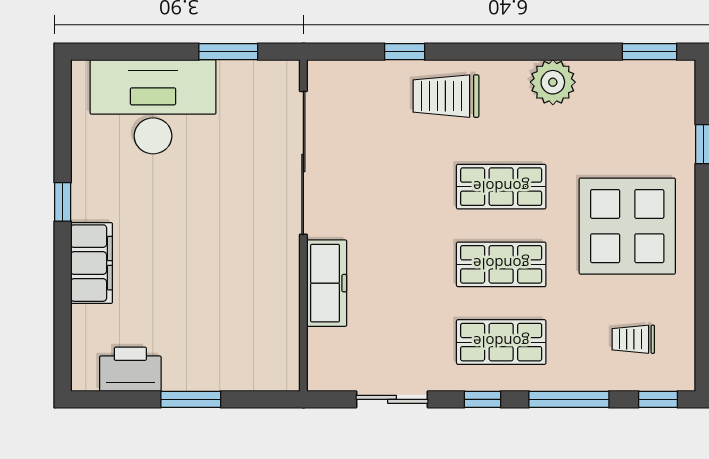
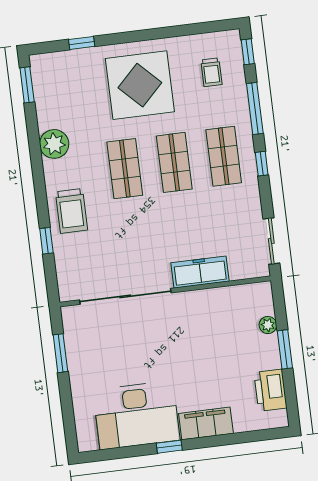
desk: (153, 107) -> (136, 415), moved, turned -90
plant: (232, 378) -> (268, 325), added
sliding door: (392, 399) -> (271, 241), moved

